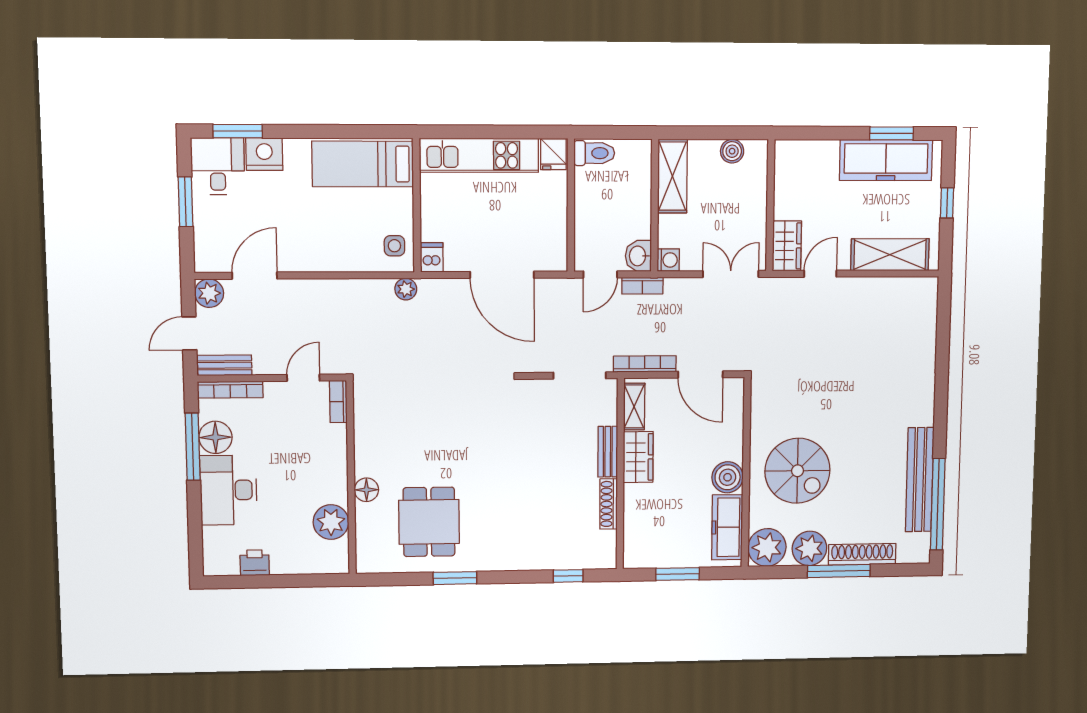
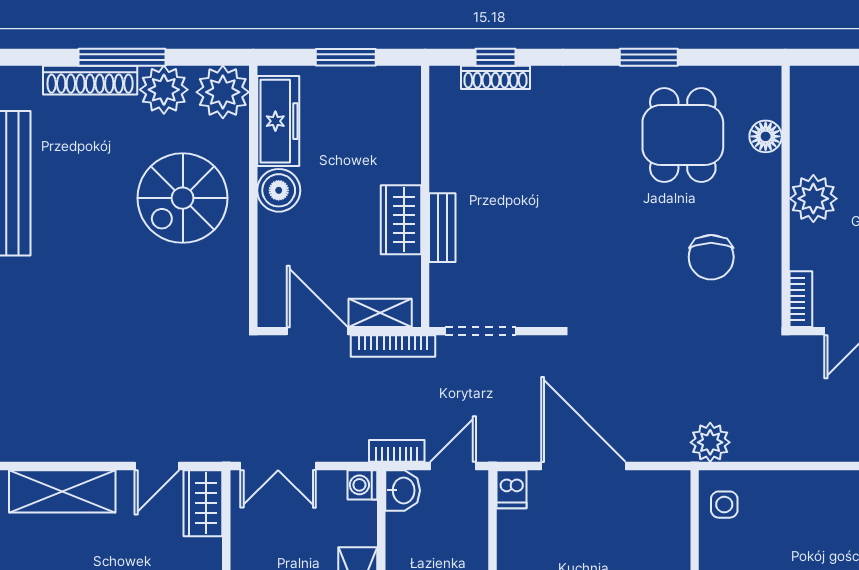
dishwasher: (432, 257) -> (511, 489), moved
plant: (406, 289) -> (710, 442), width x1.38, depth x1.38
shelving: (634, 406) -> (380, 313), moved, turned 90
chair: (407, 432) -> (711, 257), added
spiral stairs: (798, 471) -> (183, 198), turned -90
floor lamp: (366, 490) -> (766, 136), moved
shoe rack: (609, 504) -> (496, 77), moved, turned 90
plant: (331, 522) -> (813, 199), moved

